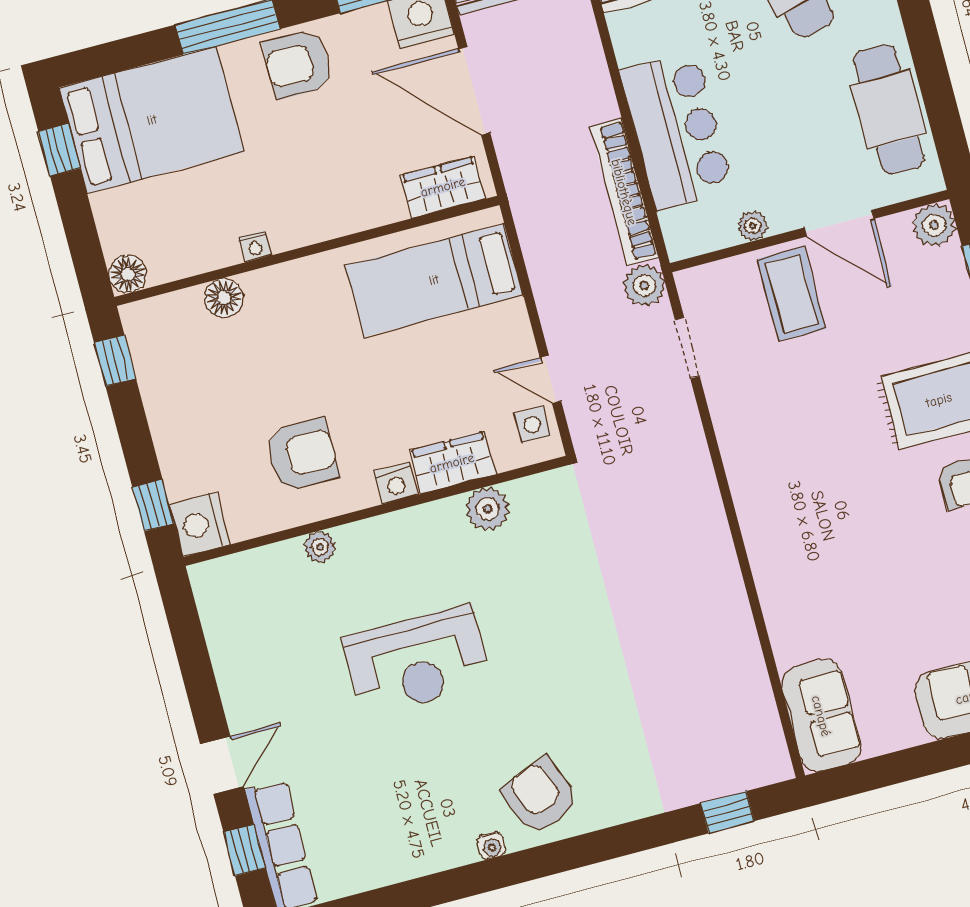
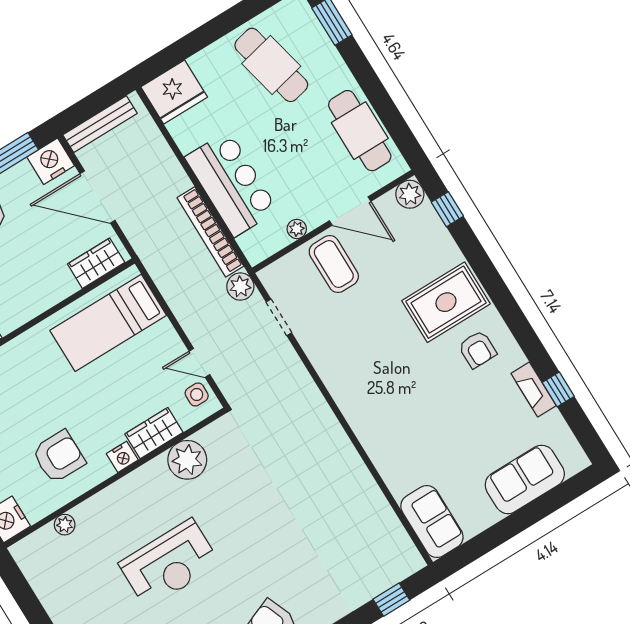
plant: (487, 509) -> (187, 460), width x1.36, depth x1.36
plant: (320, 547) -> (65, 525), moved

